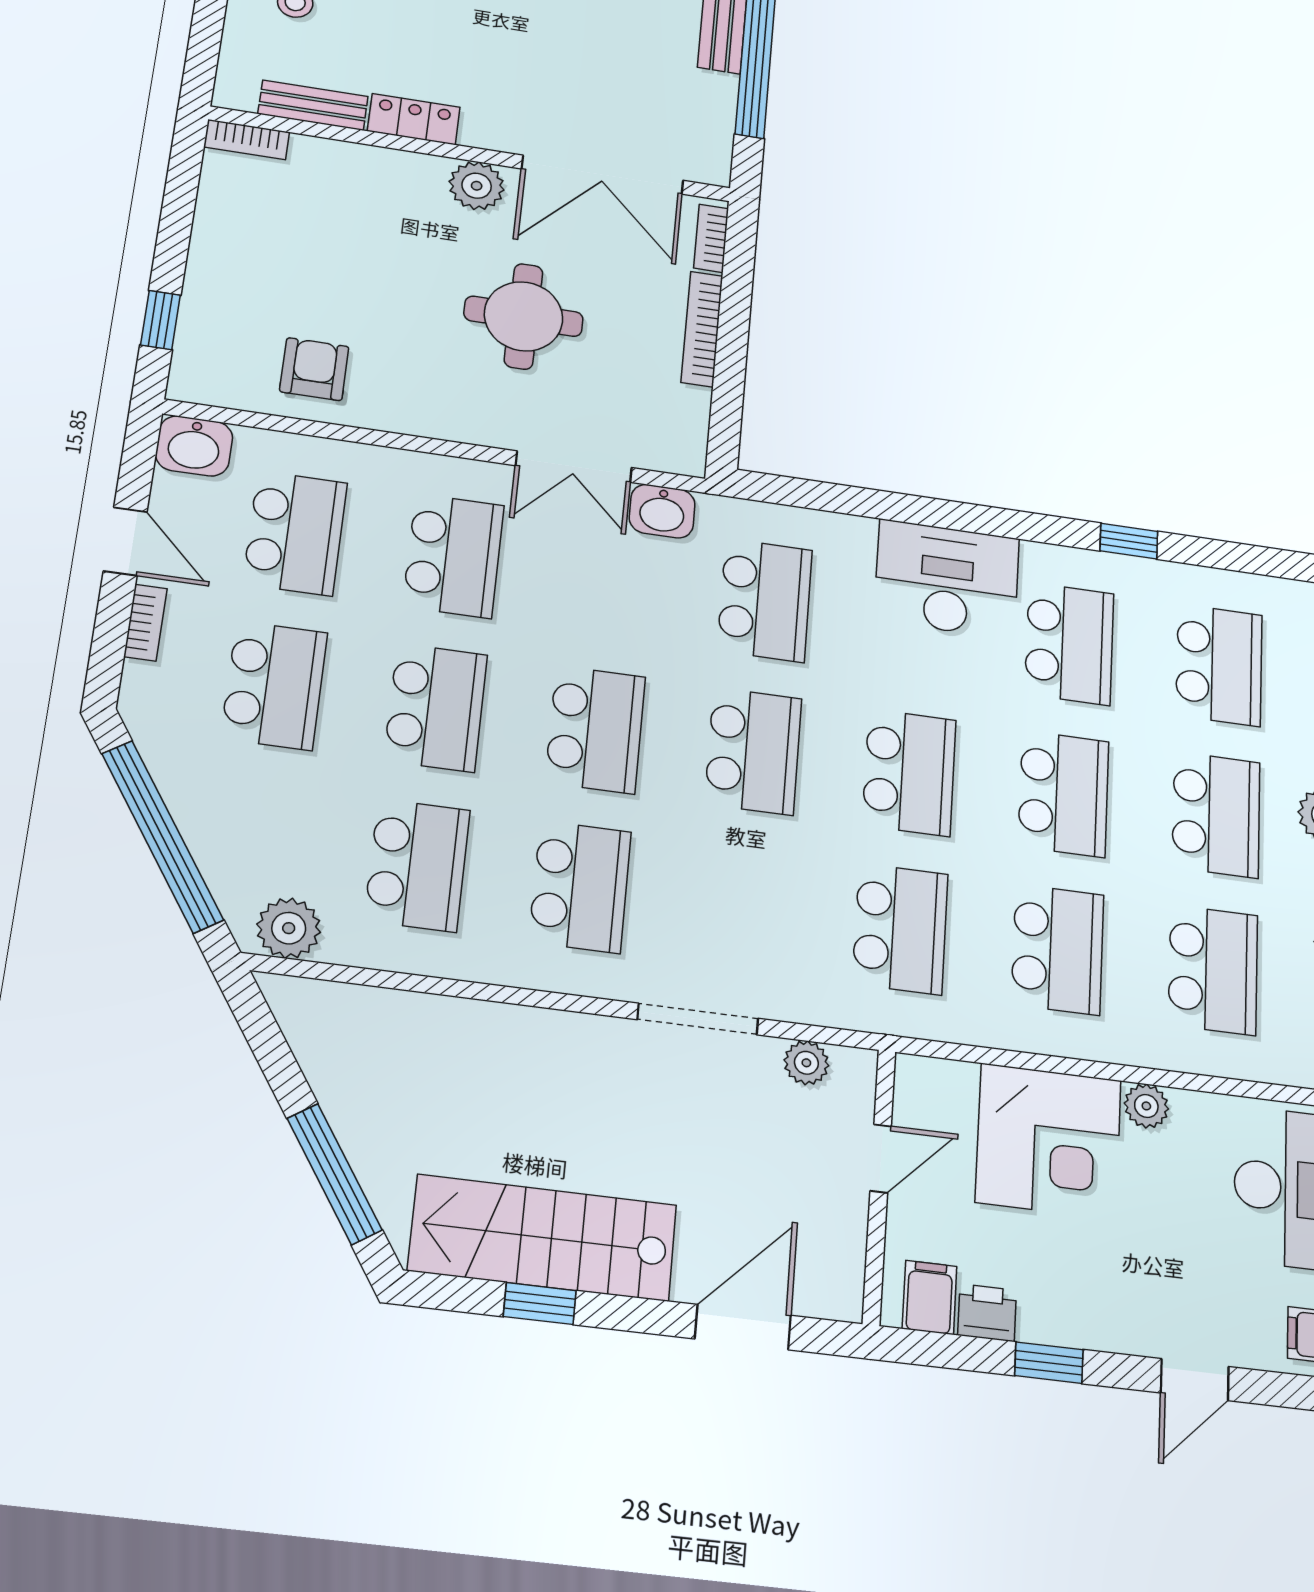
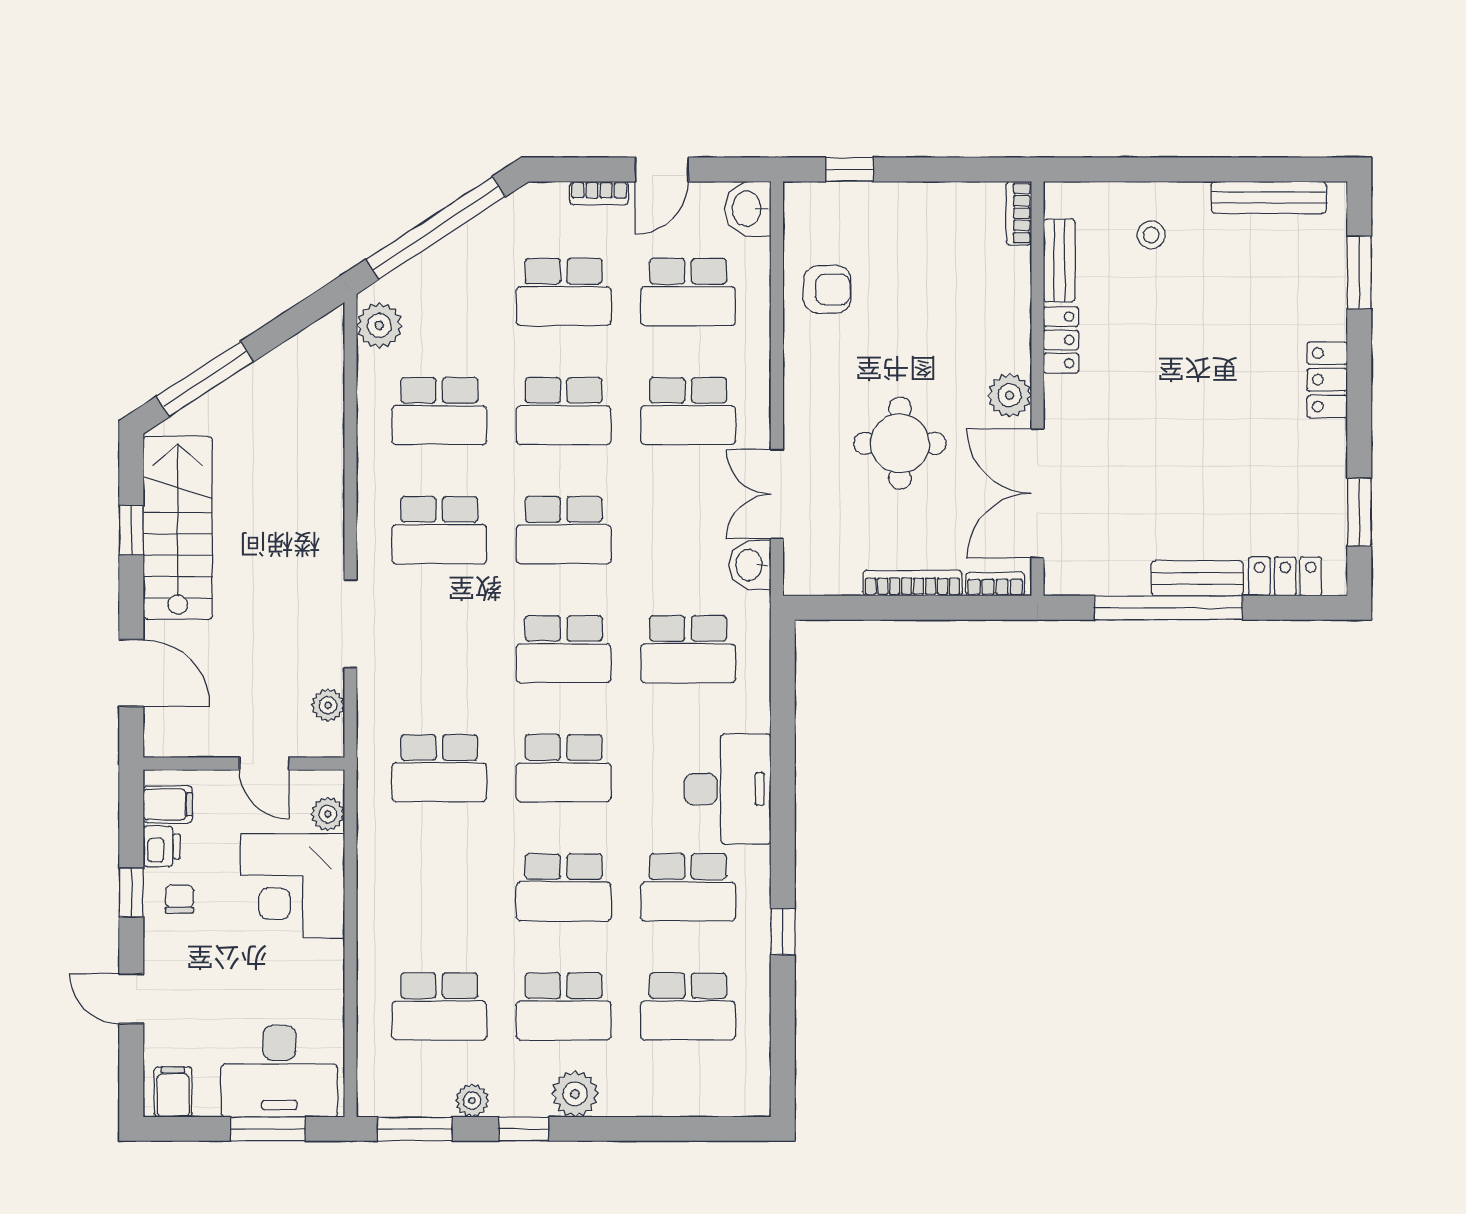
school desk: (1058, 949) -> (439, 887), removed
plant: (1146, 1106) -> (328, 814), moved
chair: (1060, 1297) -> (179, 899), added

